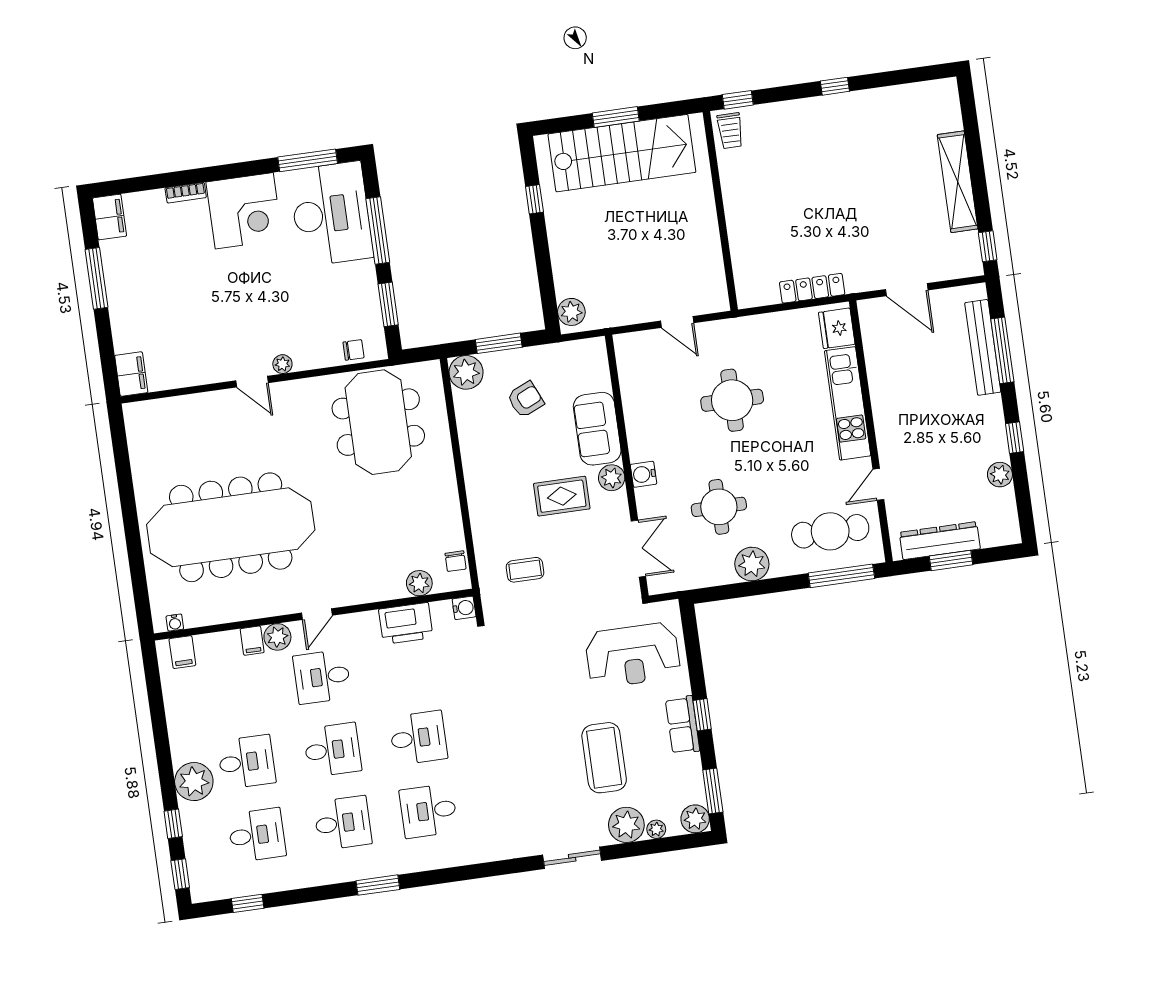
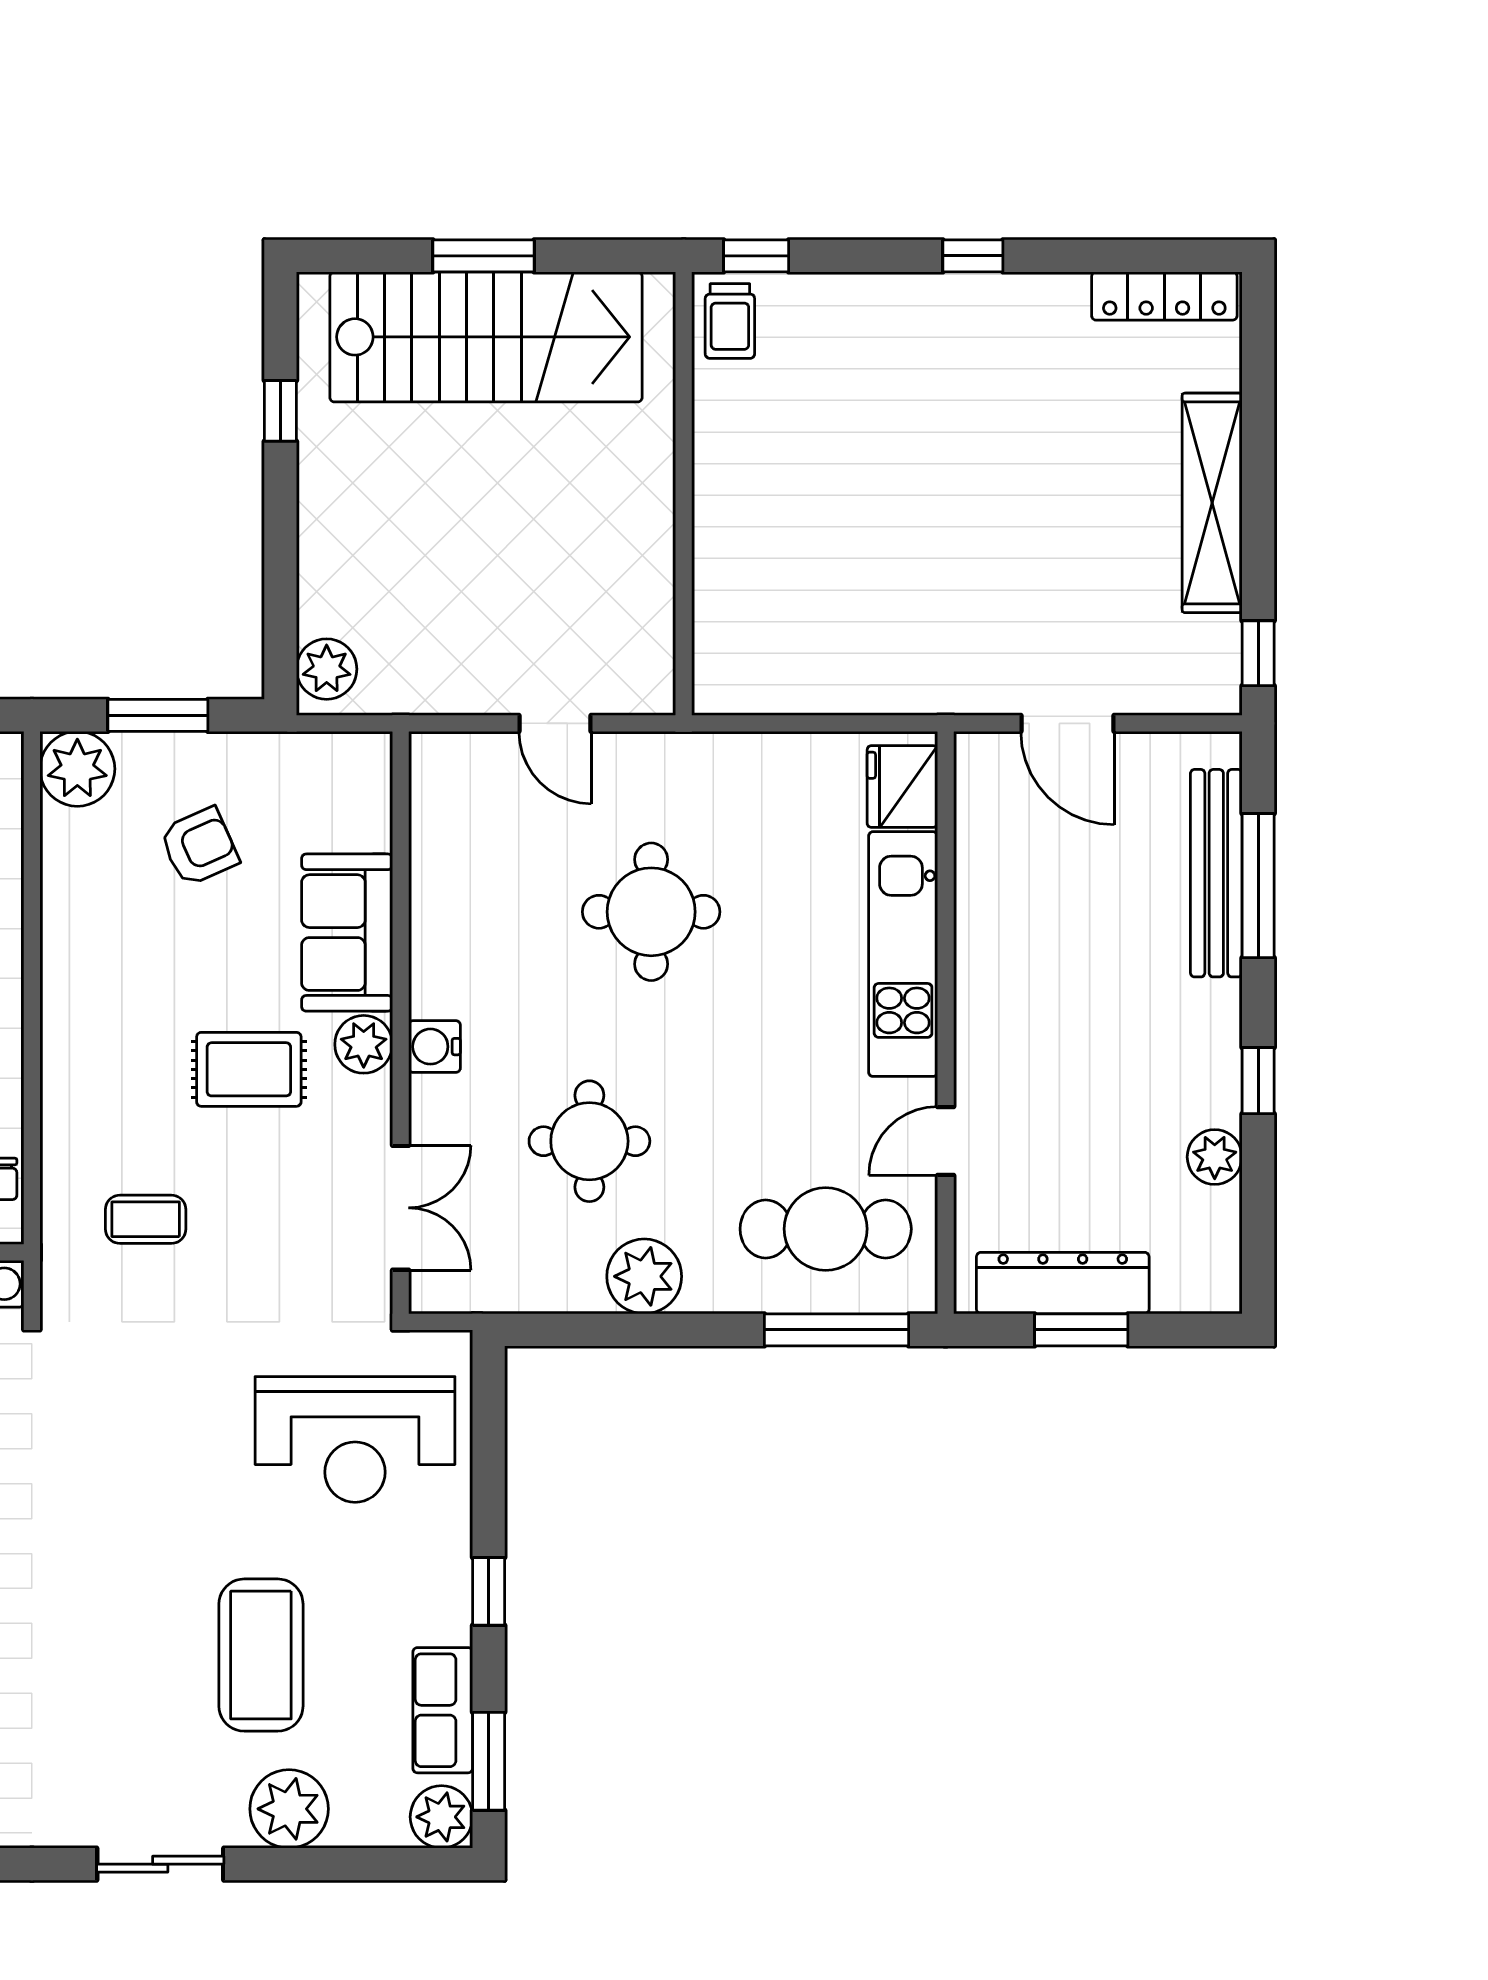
locker: (812, 288) -> (1164, 296), moved, turned 180
row of seats: (683, 725) -> (443, 1710), moved
plant: (656, 829) -> (353, 1828), removed

